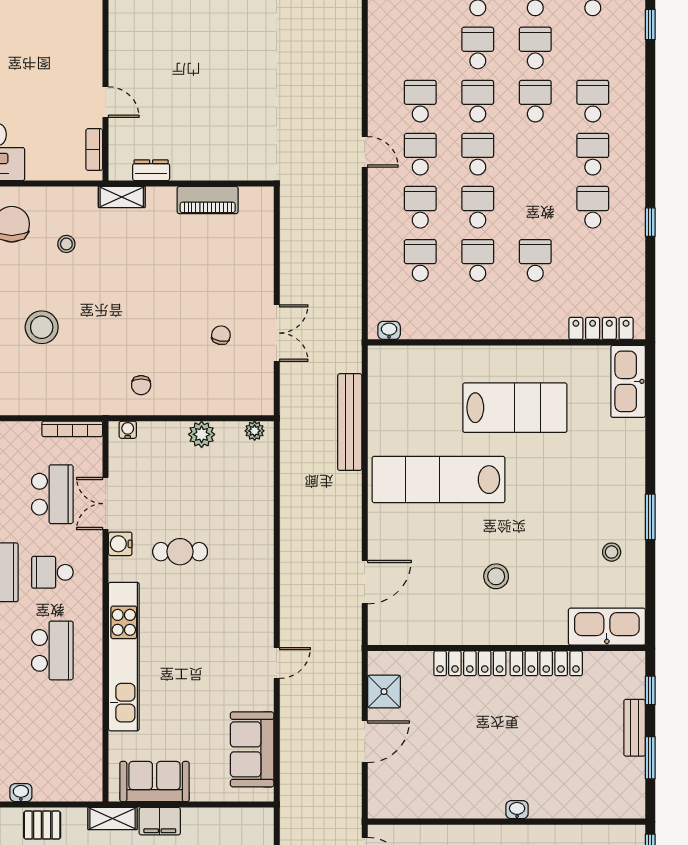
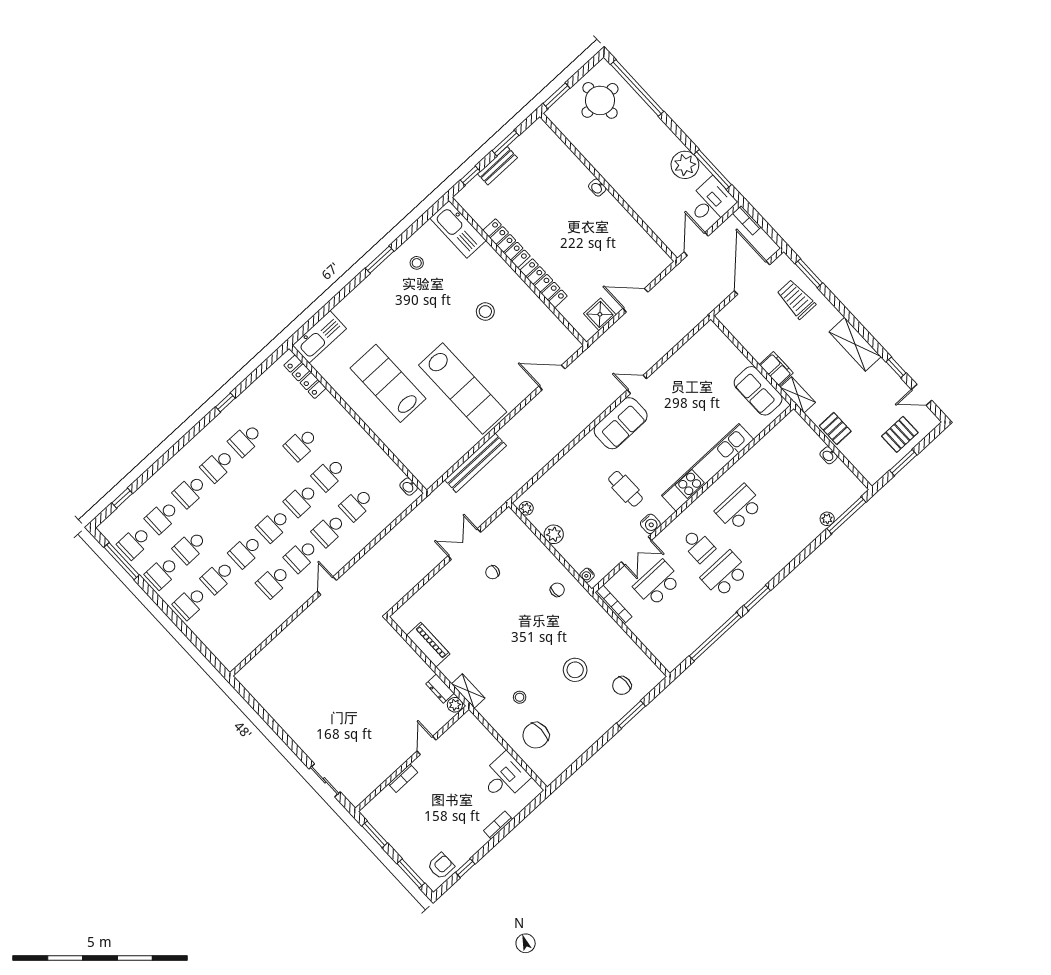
school desk: (535, 101) -> (162, 517), moved
bookcase: (94, 150) -> (403, 778), moved
plant: (120, 170) -> (455, 705), added
sofa: (252, 749) -> (621, 423), moved

